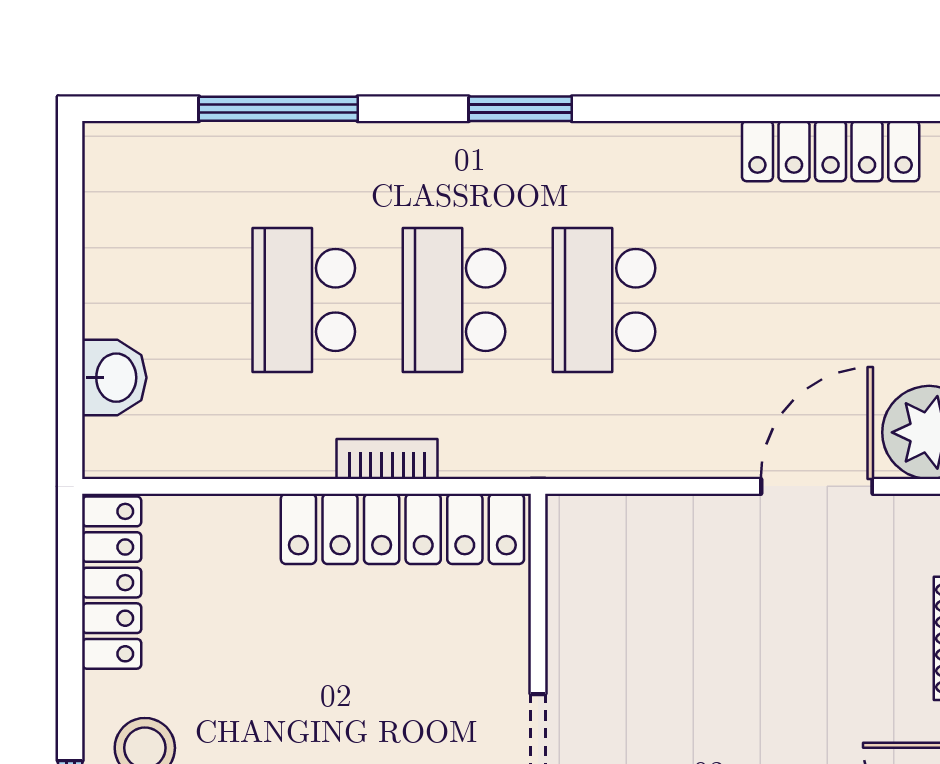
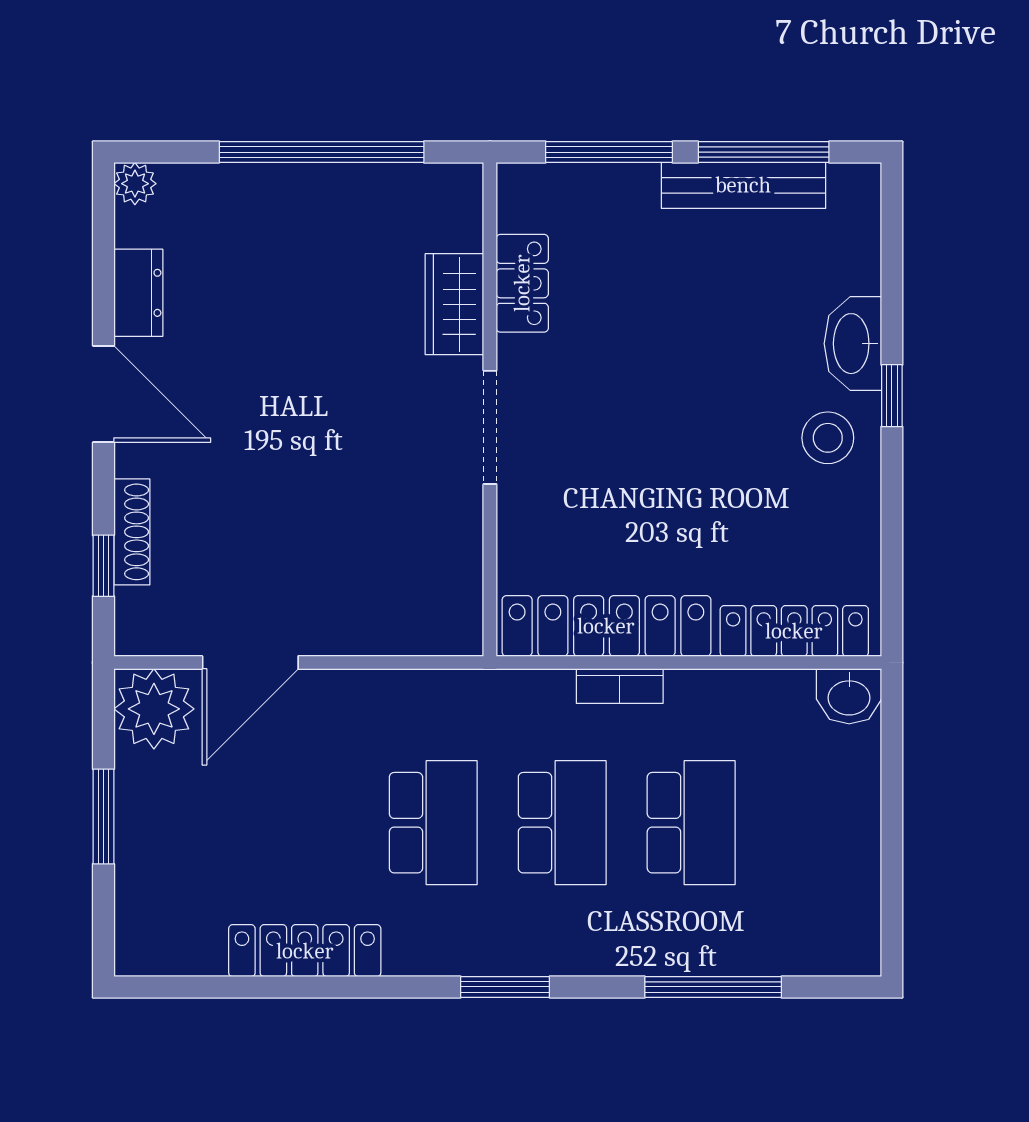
locker: (831, 151) -> (305, 951), moved
washbasin: (114, 378) -> (849, 696), moved, turned -90
locker: (112, 583) -> (794, 631), moved, turned 90

